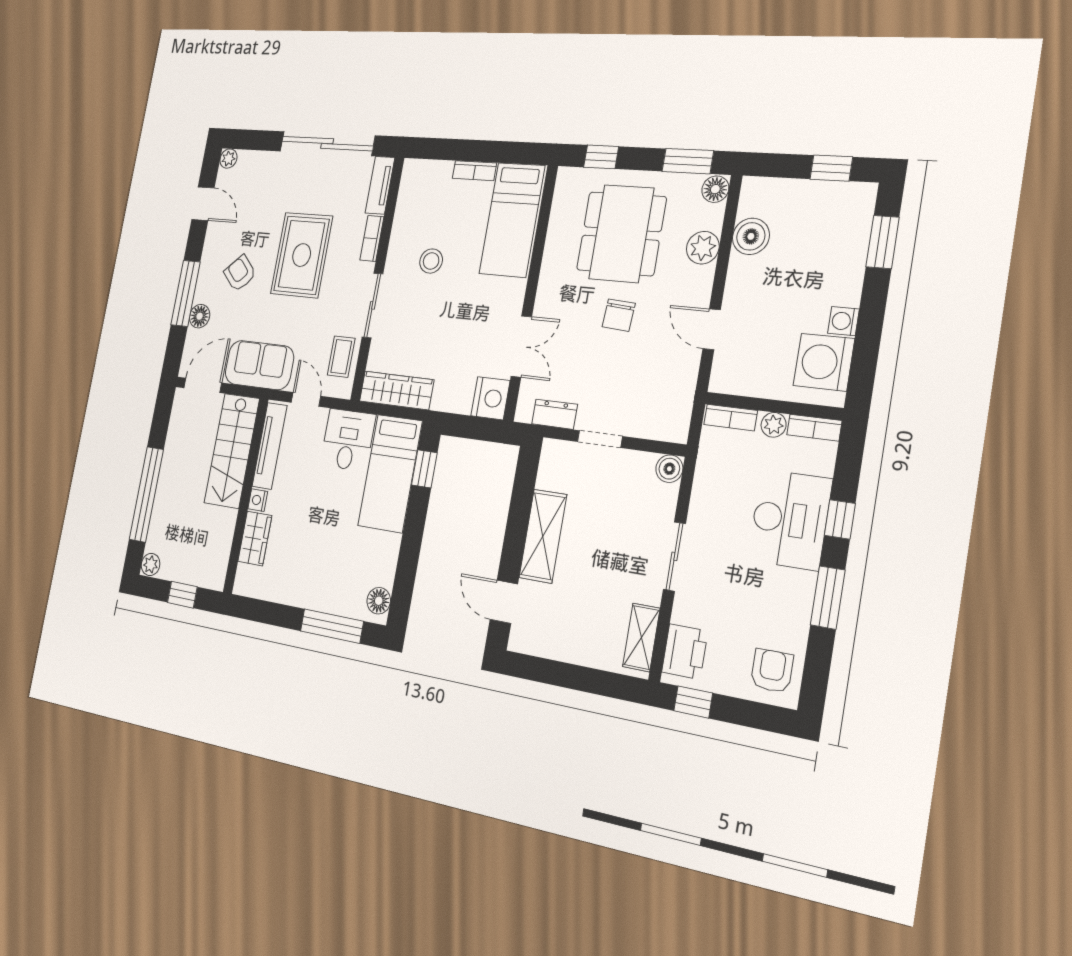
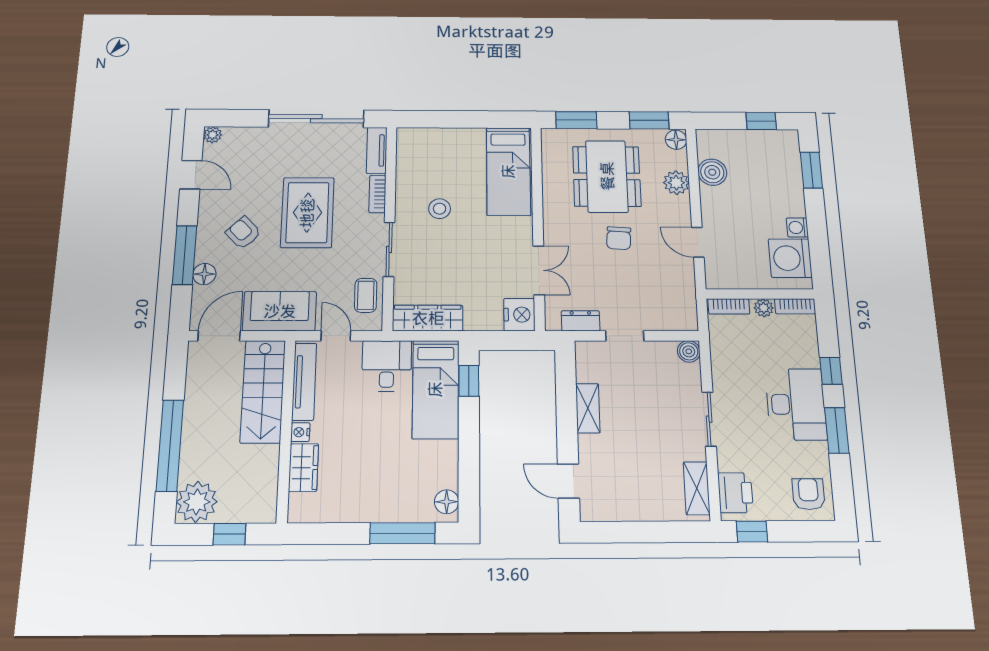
window: (601, 157) -> (576, 120), width x1.50
bookcase: (474, 171) -> (465, 135), removed
desk: (790, 520) -> (796, 404), moved
shelving: (543, 536) -> (588, 408), width x0.67, depth x0.75
plant: (151, 564) -> (197, 502), width x1.88, depth x1.88

